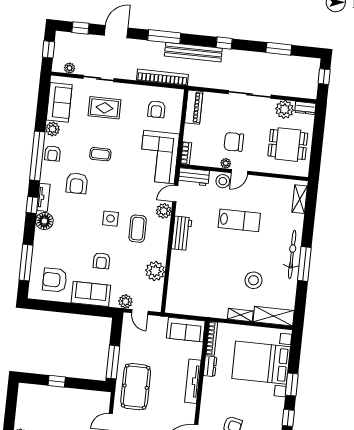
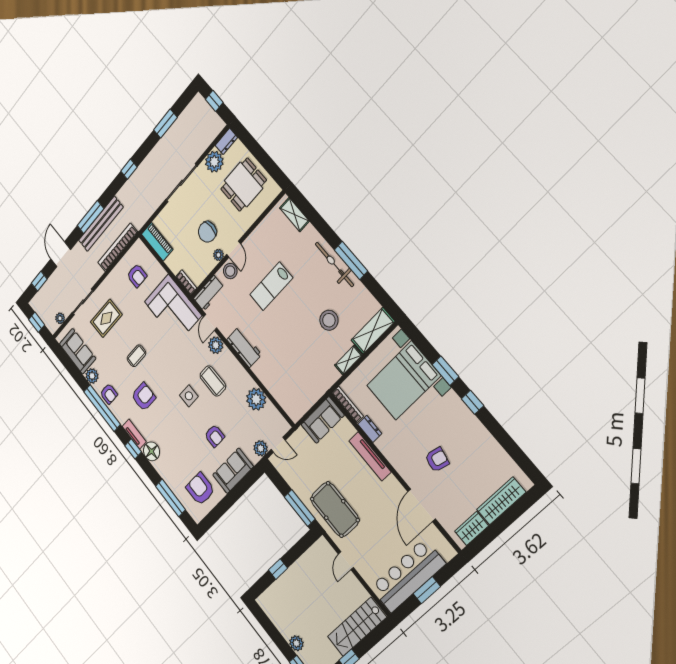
bench: (193, 52) -> (101, 224), moved
armchair: (77, 183) -> (143, 397), turned -90
lab bench: (239, 220) -> (271, 286), turned 180
armchair: (55, 280) -> (200, 489), turned 90

